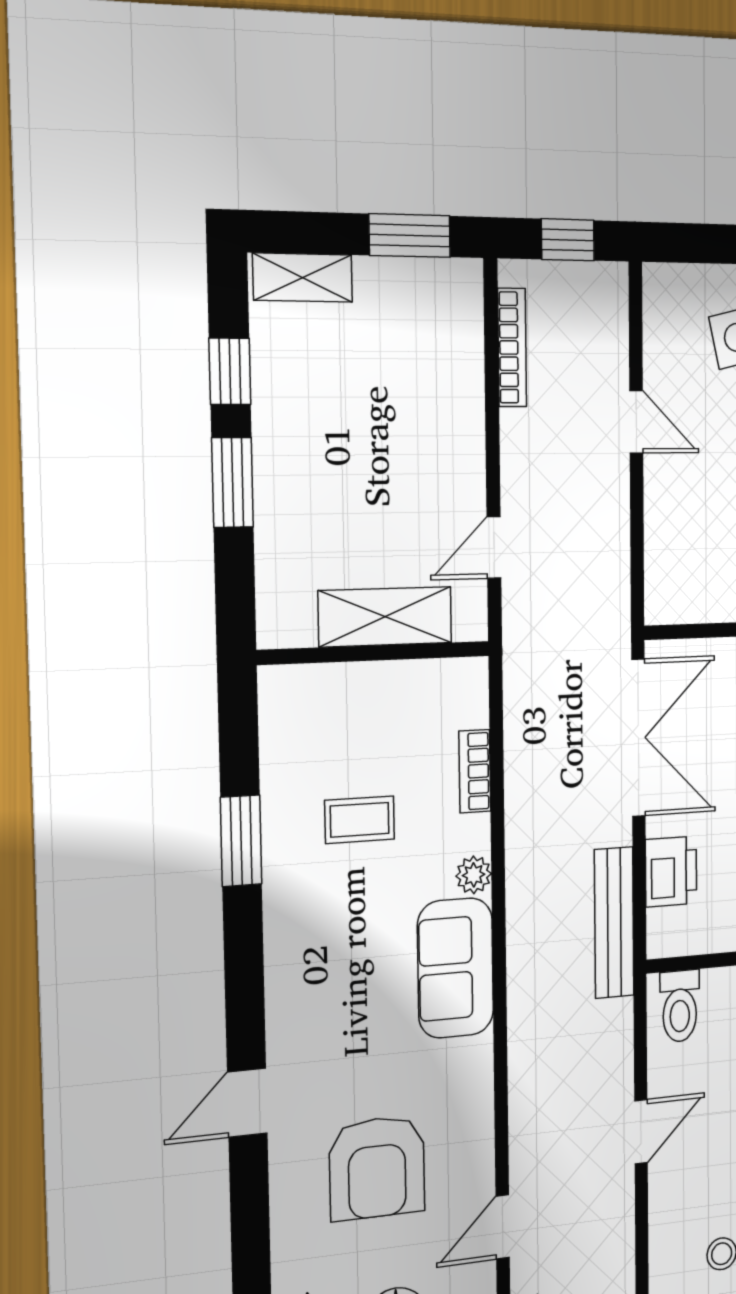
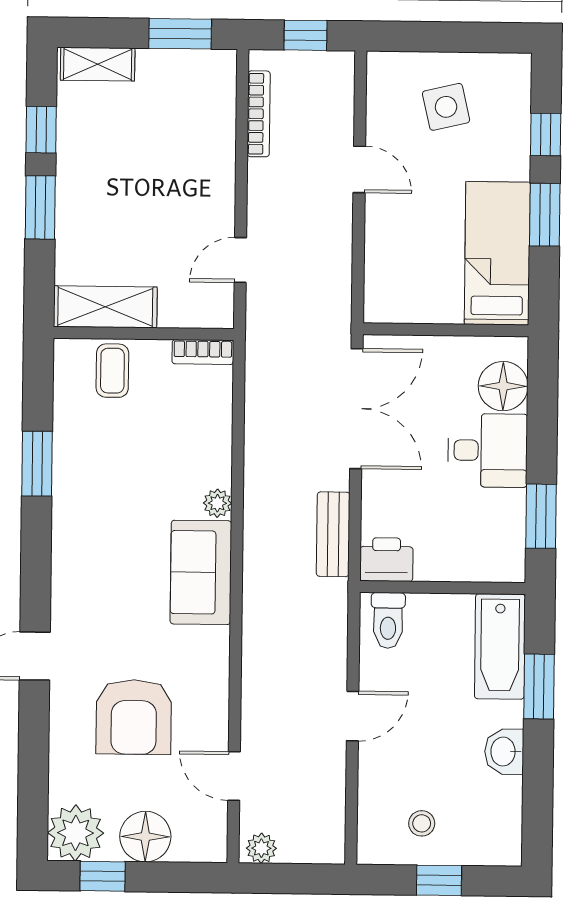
shelving: (385, 617) -> (105, 307), moved
bookcase: (475, 771) -> (203, 352), moved, turned -90
coffee table: (360, 820) -> (112, 371), moved, turned 90
printer: (671, 872) -> (386, 560), moved, turned -90
bench: (614, 923) -> (333, 534), width x0.73
door: (503, 1227) -> (234, 776), hinge flipped

